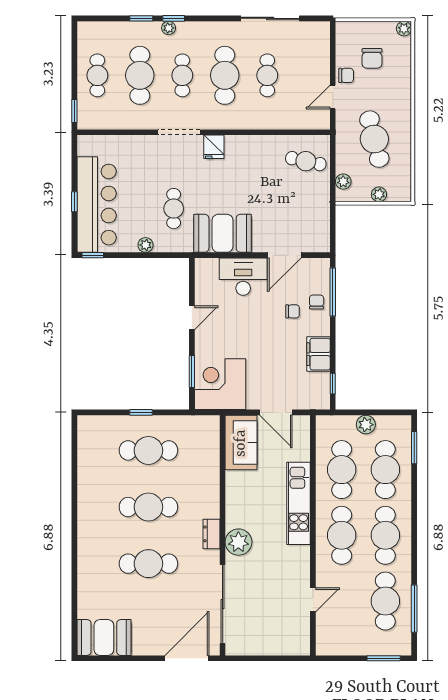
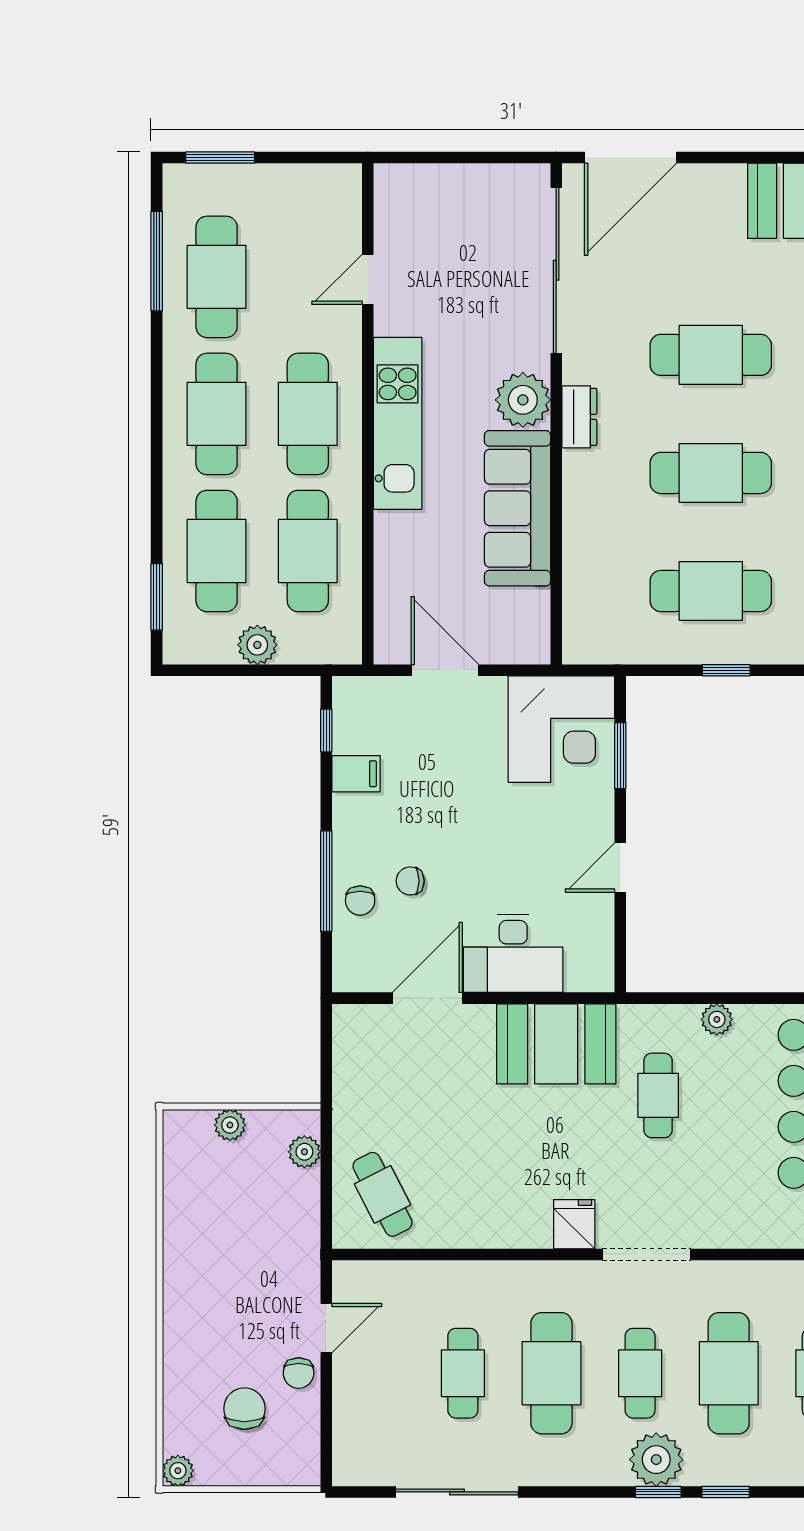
plant: (169, 28) -> (656, 1460), width x1.88, depth x1.88
chair: (346, 75) -> (299, 1373), turned -90
cafe table: (374, 139) -> (240, 1240), removed
cafe table: (306, 161) -> (382, 1194), turned 51
window: (333, 292) -> (326, 881), moved
filing cabinet: (318, 354) -> (356, 774), width x0.50
sofa: (241, 443) -> (517, 508), moved, width x1.36
kitchen unit: (299, 503) -> (398, 423), moved

